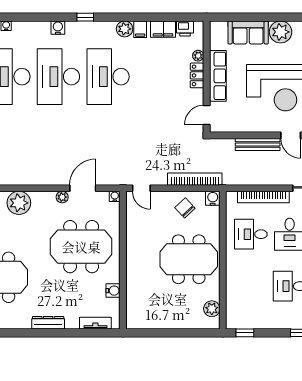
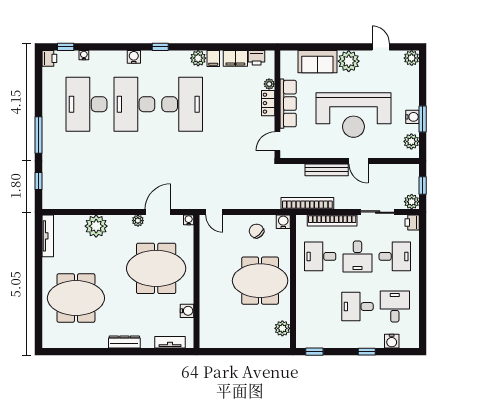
desk: (108, 77) -> (182, 104), turned 180
bookcase: (195, 179) -> (307, 203), moved

